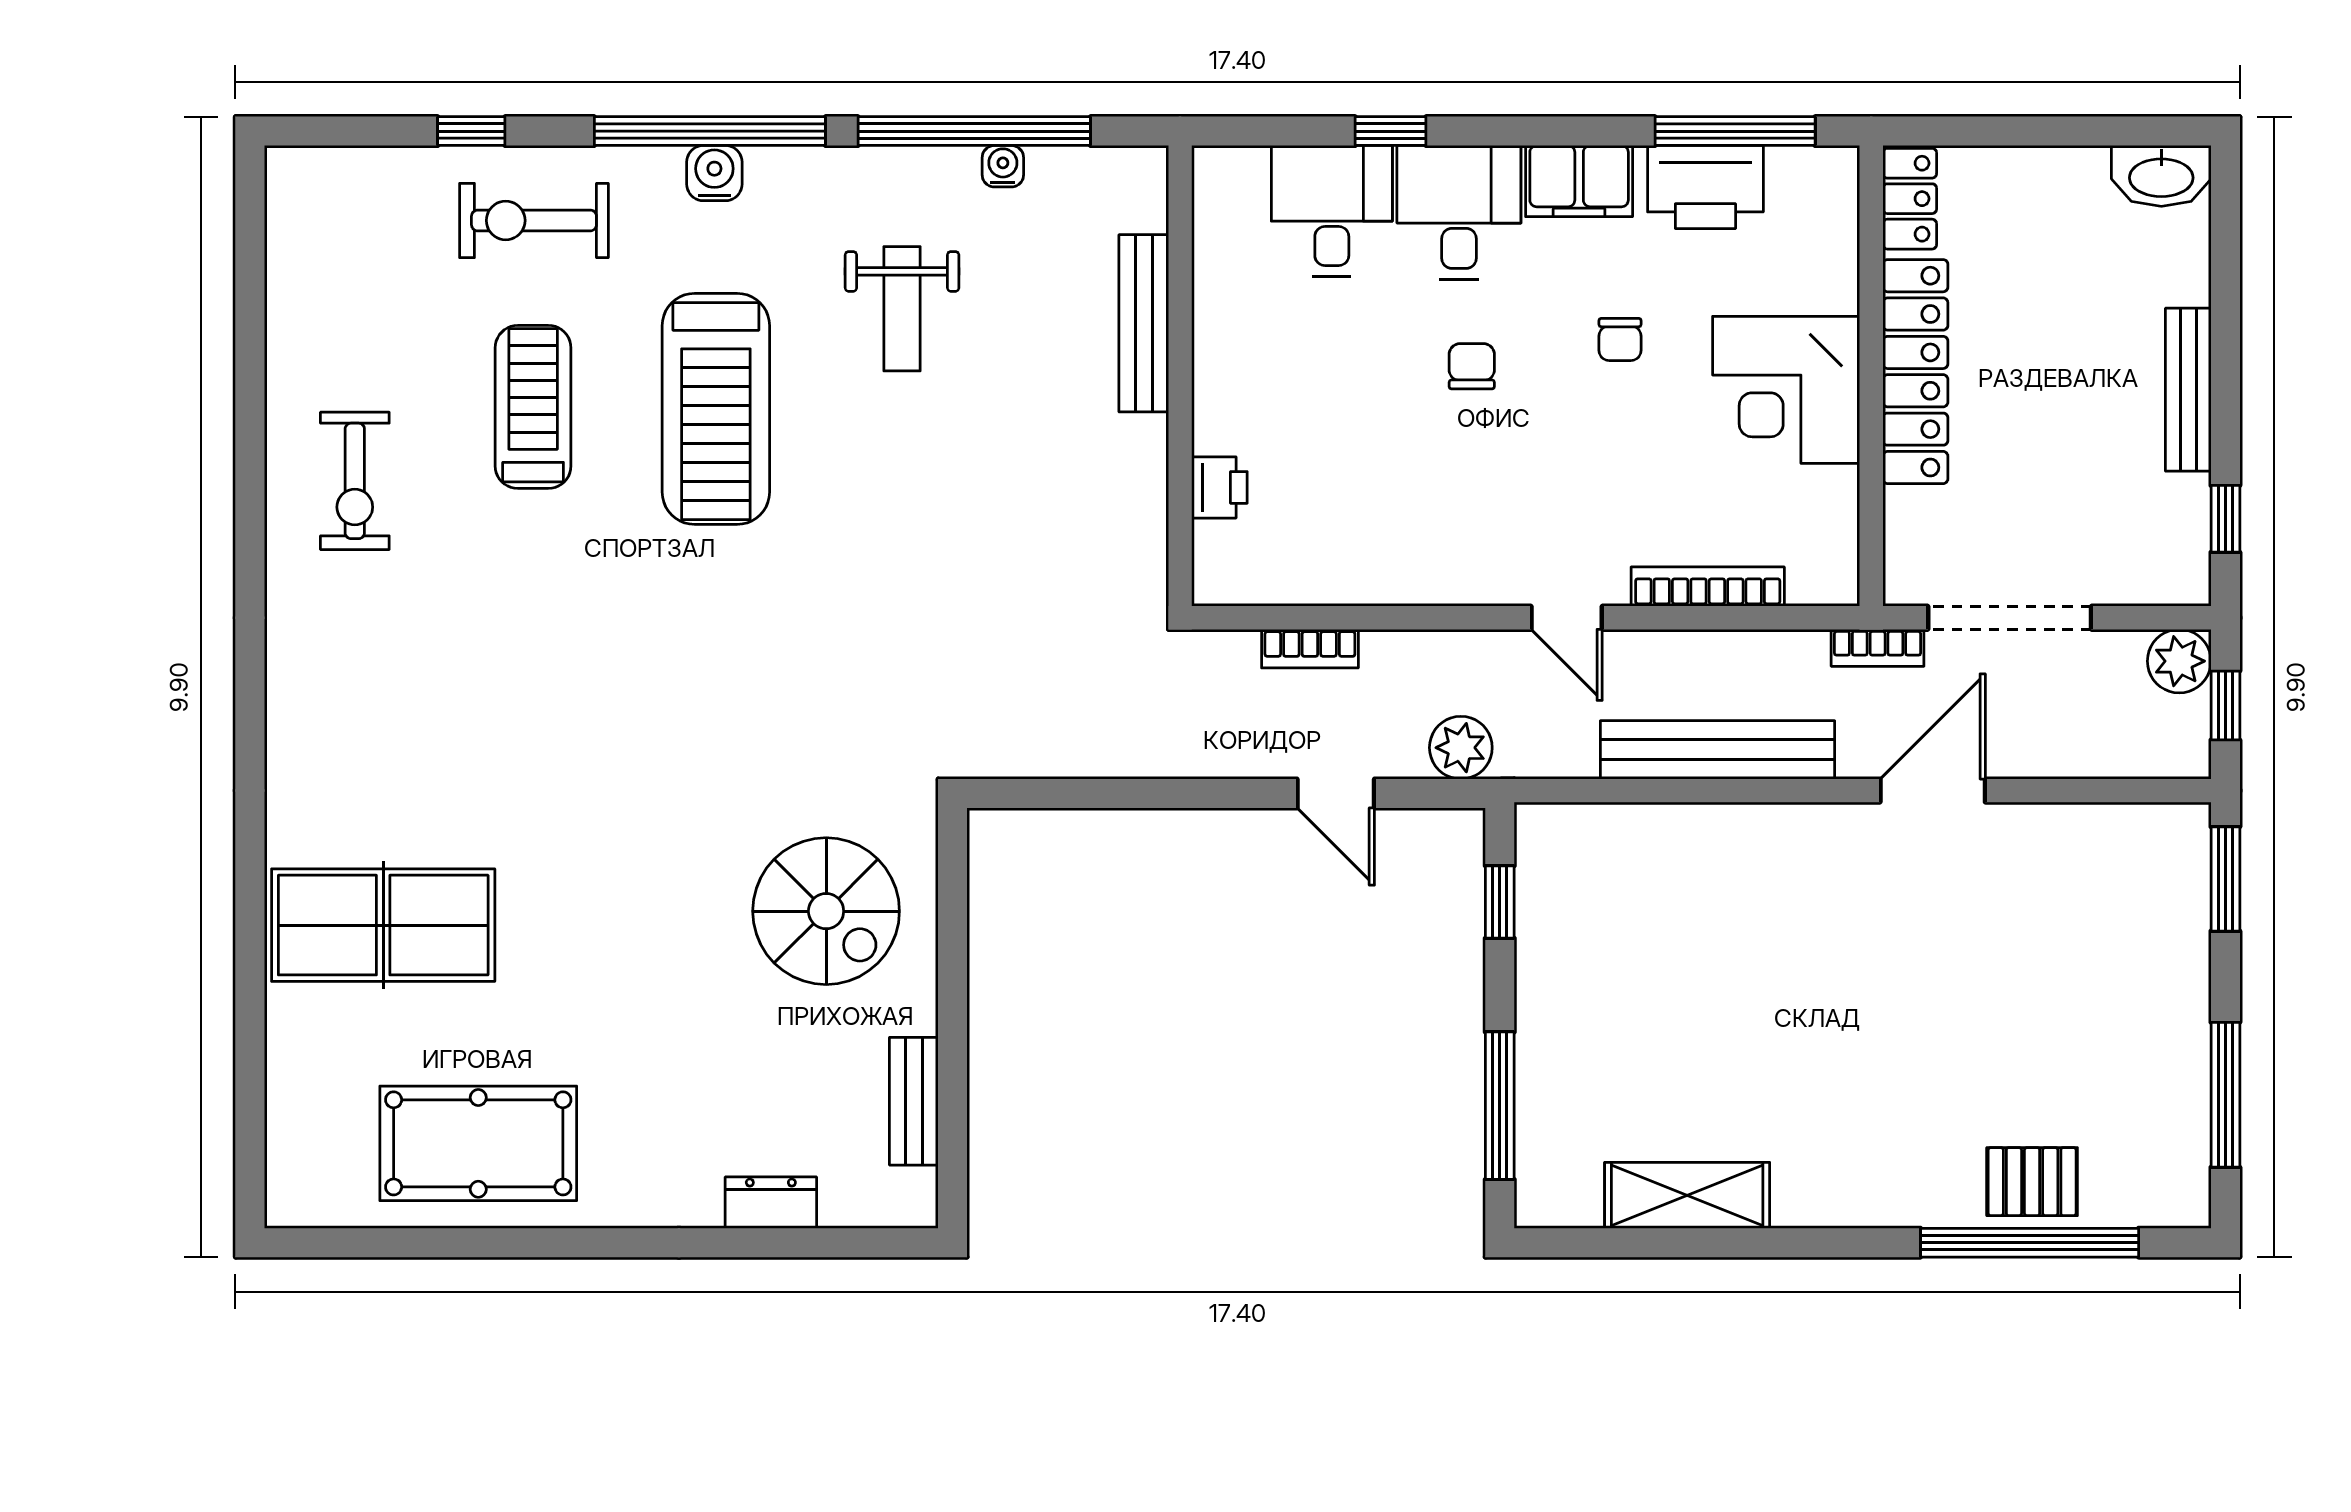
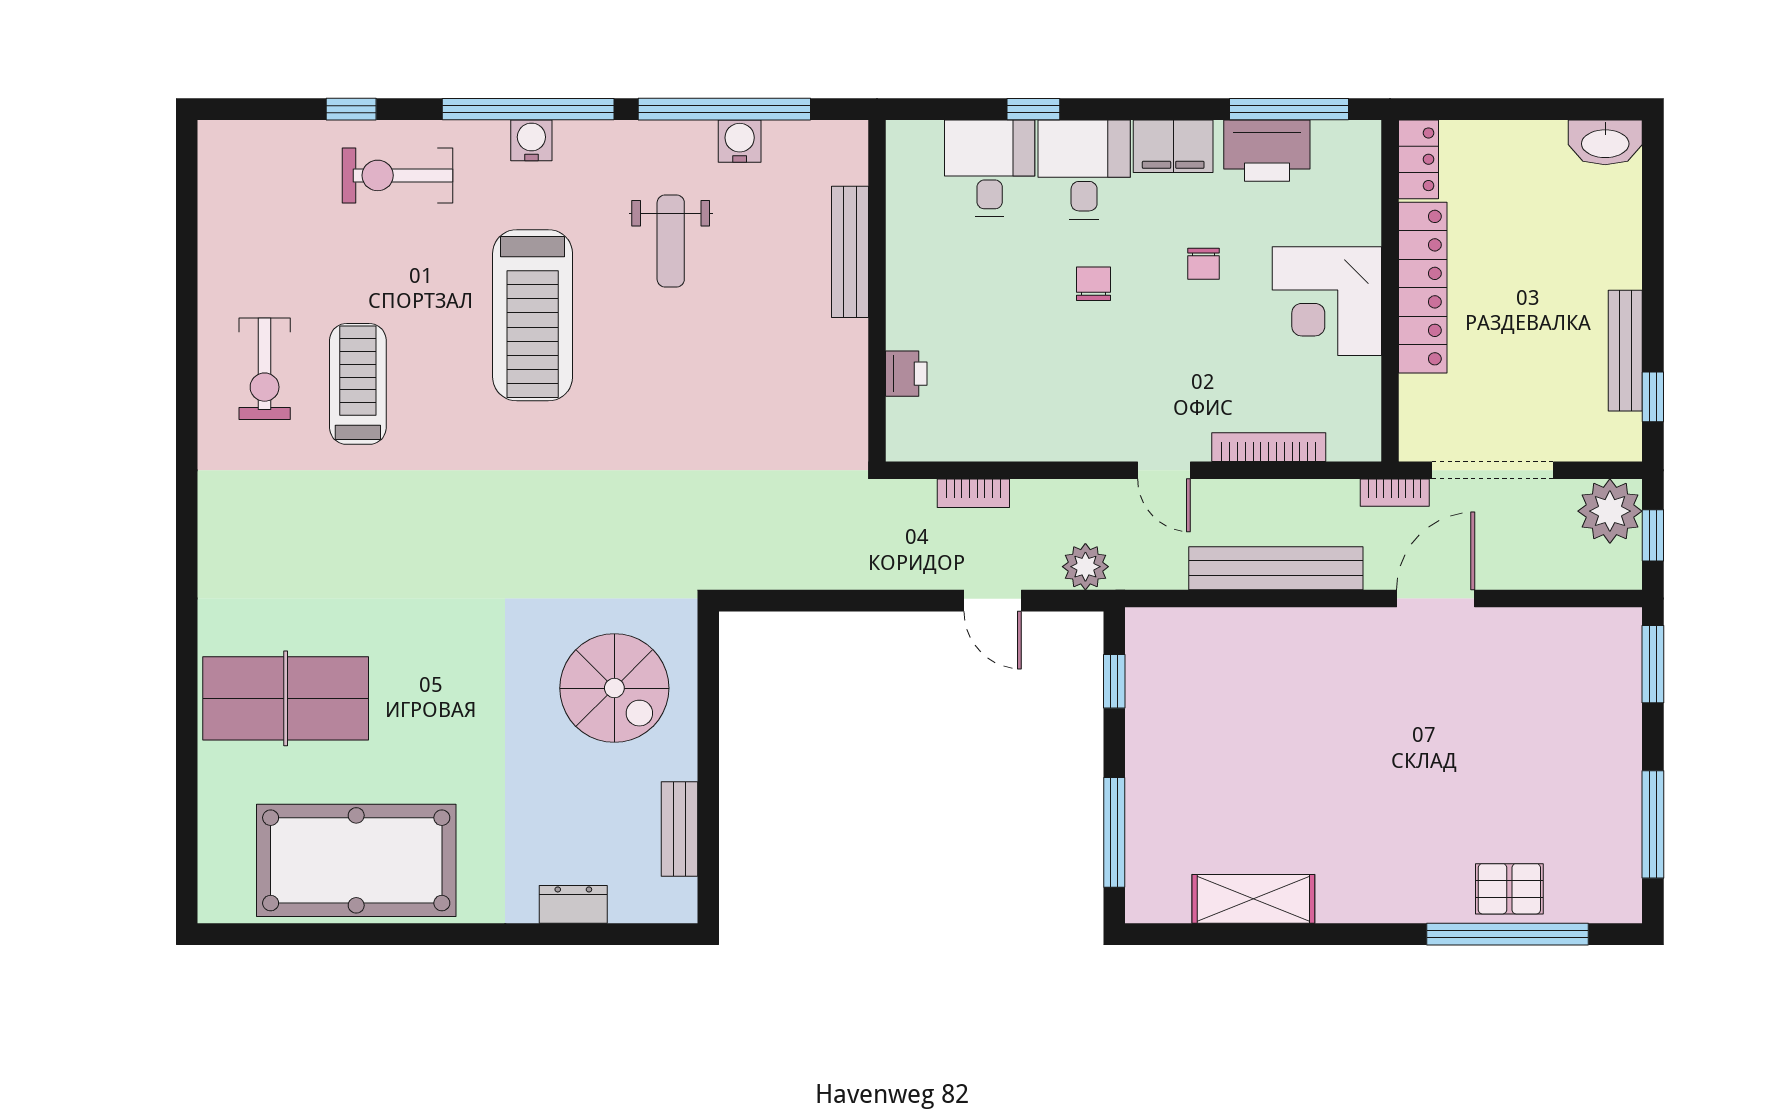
water cooler: (1003, 166) -> (740, 141), width x1.38, depth x1.38
bench: (2188, 390) -> (1625, 351), moved
treadmill: (533, 407) -> (358, 384), moved
plant: (2179, 661) -> (1610, 511), width x1.36, depth x1.36
pool table: (478, 1143) -> (356, 860), width x1.36, depth x1.32

